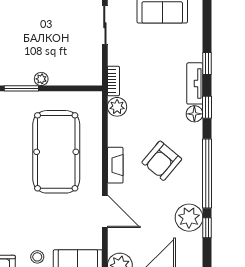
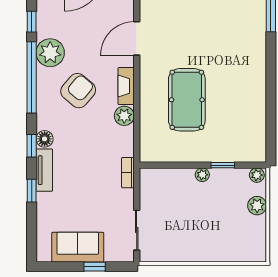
window: (21, 88) -> (223, 165), width x0.67
plant: (117, 107) -> (124, 116), moved
pool table: (56, 152) -> (187, 100), width x0.73, depth x0.76
door: (105, 211) -> (137, 38), hinge flipped
plant: (189, 218) -> (50, 53), moved

